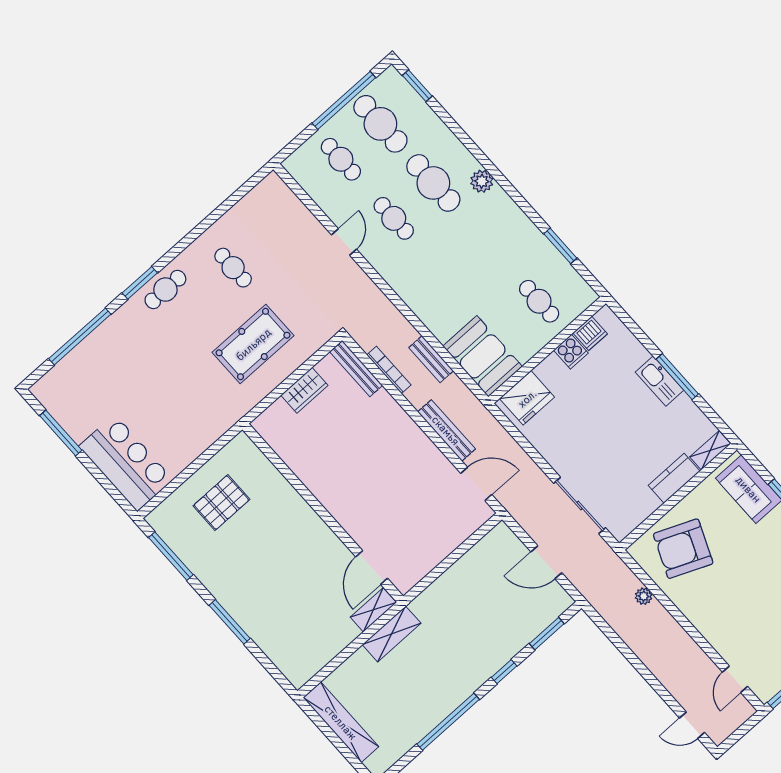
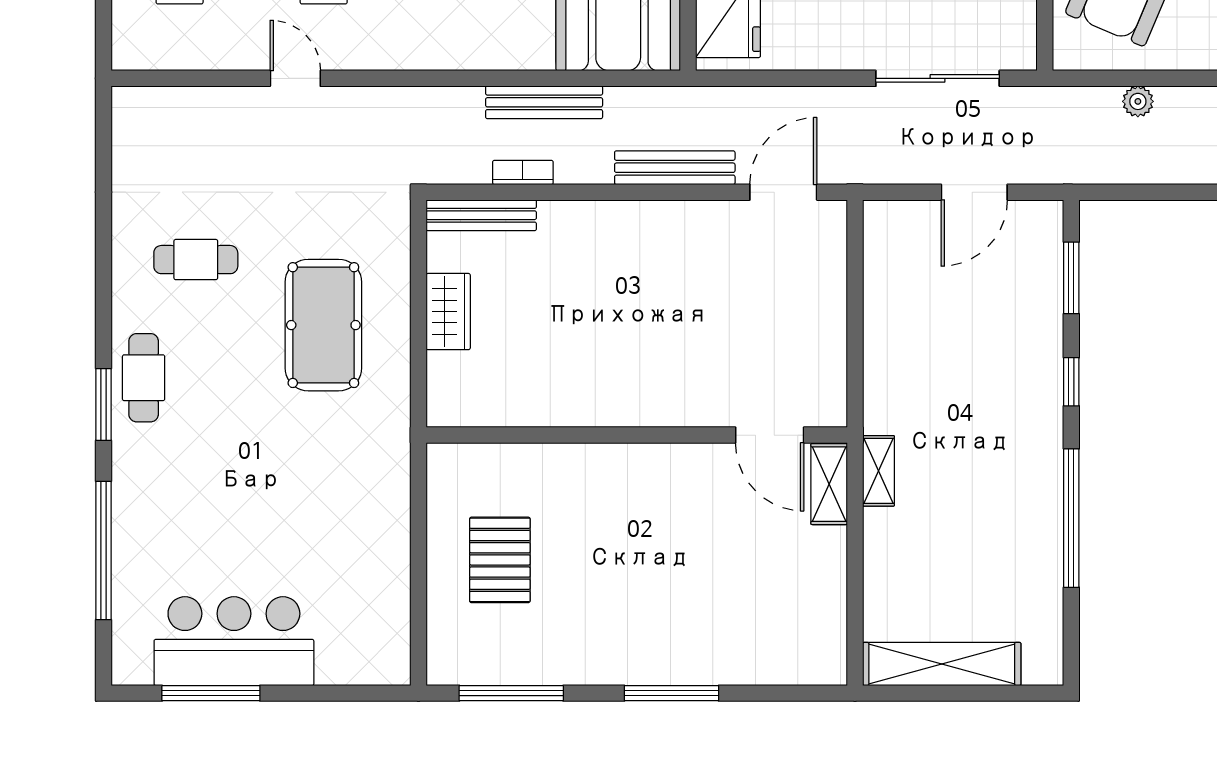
bench: (431, 359) -> (544, 102), width x1.36
bookcase: (389, 370) -> (523, 172), width x0.64
bar counter: (126, 463) -> (234, 641), moved
shelving: (392, 634) -> (878, 471), width x0.67, depth x0.75

